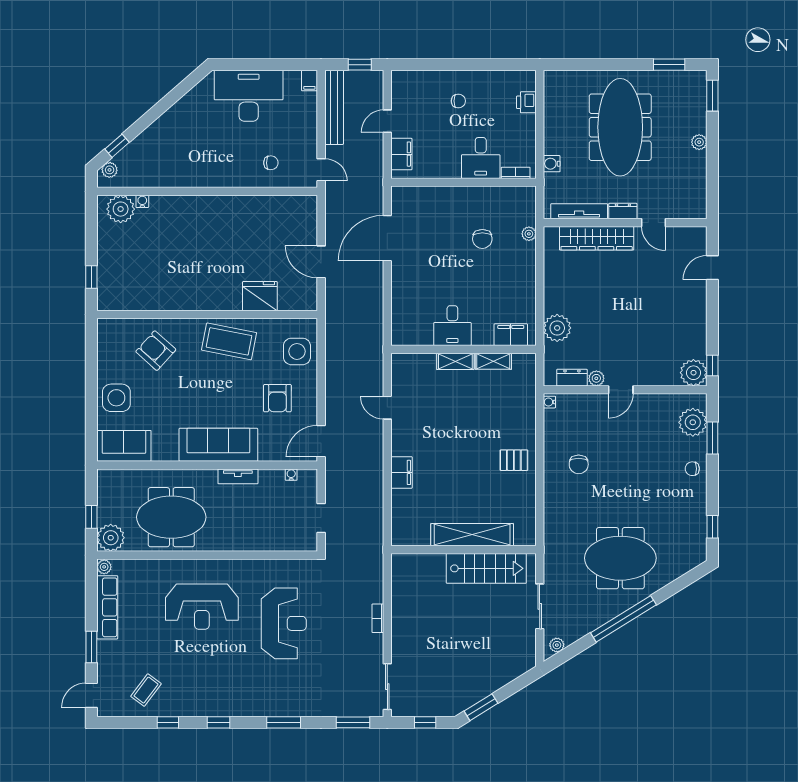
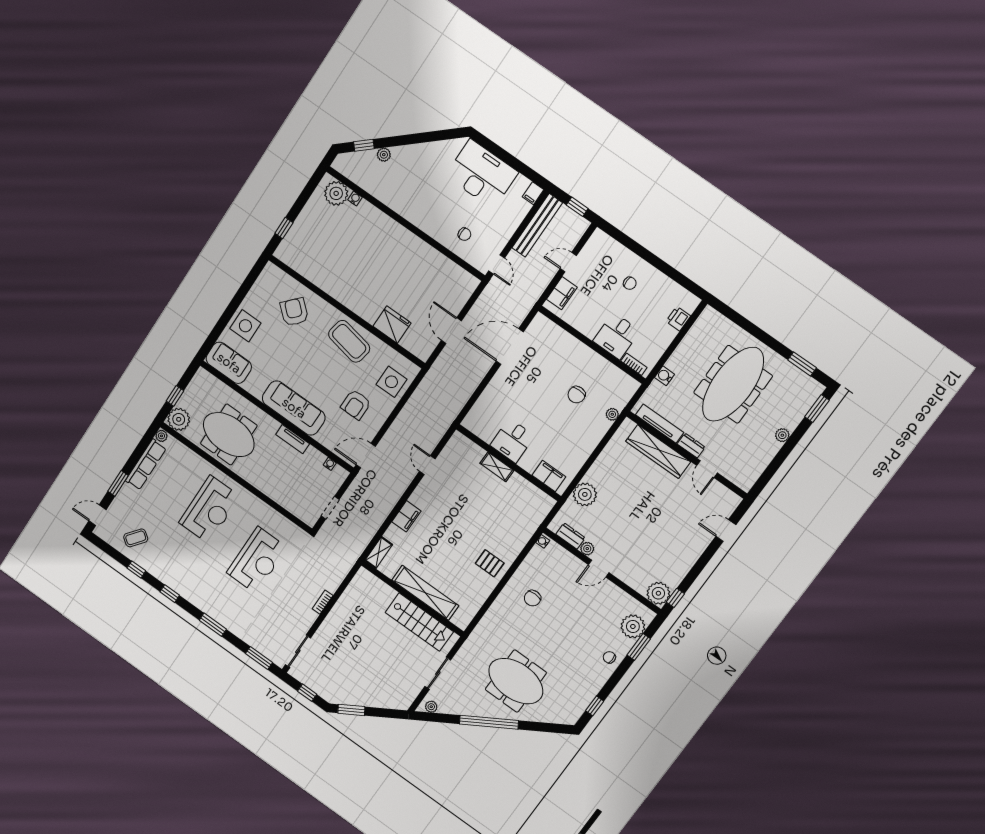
plant: (110, 170) -> (384, 155), moved
shelving: (493, 361) -> (379, 553), moved, turned 90
reception desk: (202, 607) -> (209, 509), turned -90

